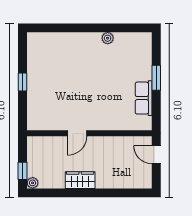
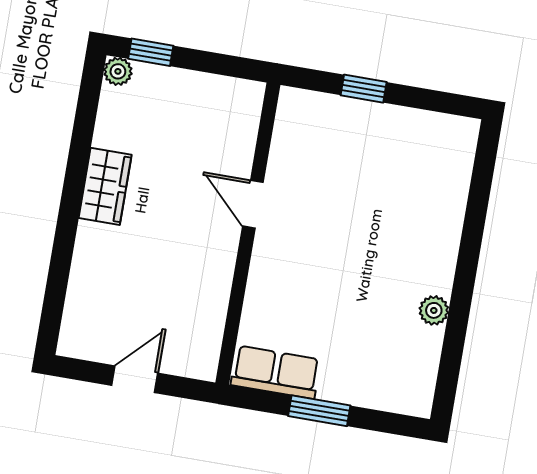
door: (77, 133) -> (253, 204), moved
wall: (89, 133) -> (248, 234), moved

